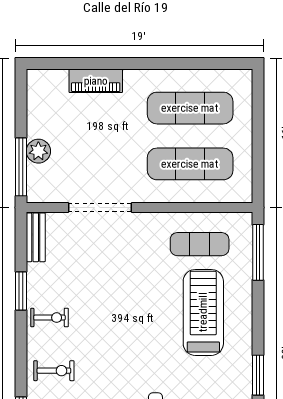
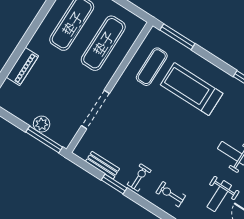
bench: (36, 237) -> (103, 165), moved
exercise bike: (54, 371) -> (171, 194), turned -90

